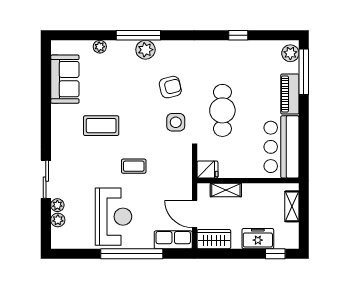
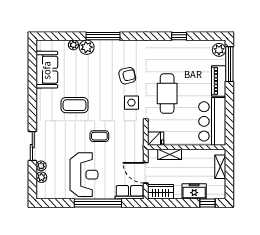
plant: (145, 50) -> (87, 47), moved

